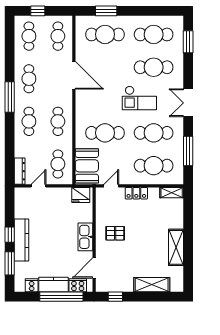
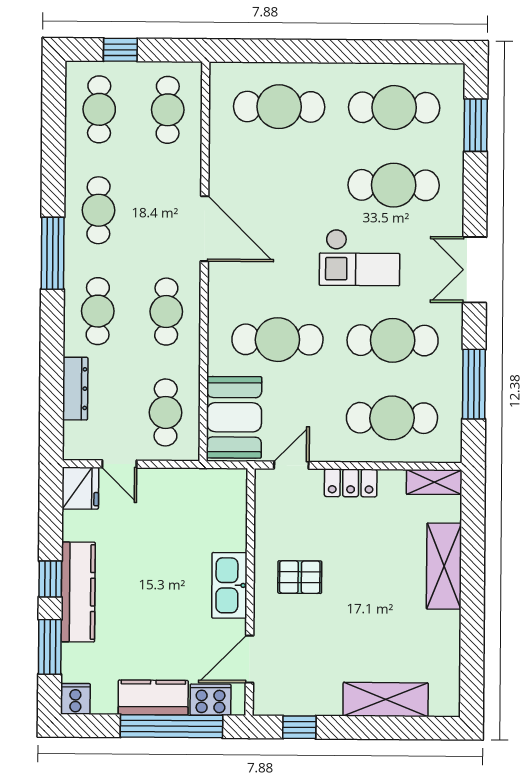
window: (106, 11) -> (282, 51), removed
door: (74, 75) -> (205, 229), moved
dresser: (20, 171) -> (75, 389), moved
door: (39, 186) -> (119, 464), swing flipped
fridge: (81, 195) -> (80, 488), moved, turned -90
shelving: (176, 247) -> (444, 566), moved
cooker: (32, 285) -> (75, 699), moved

